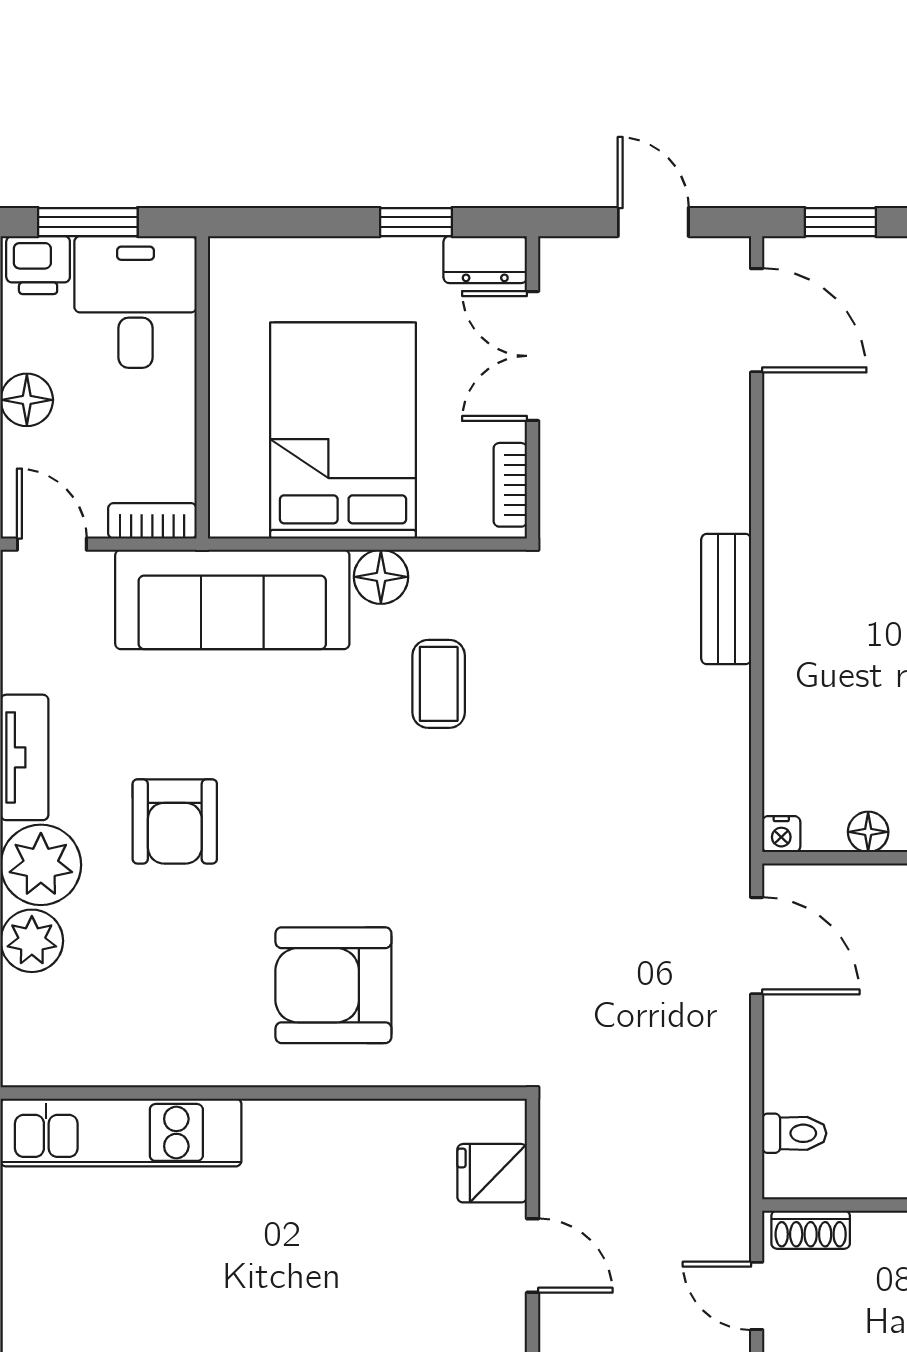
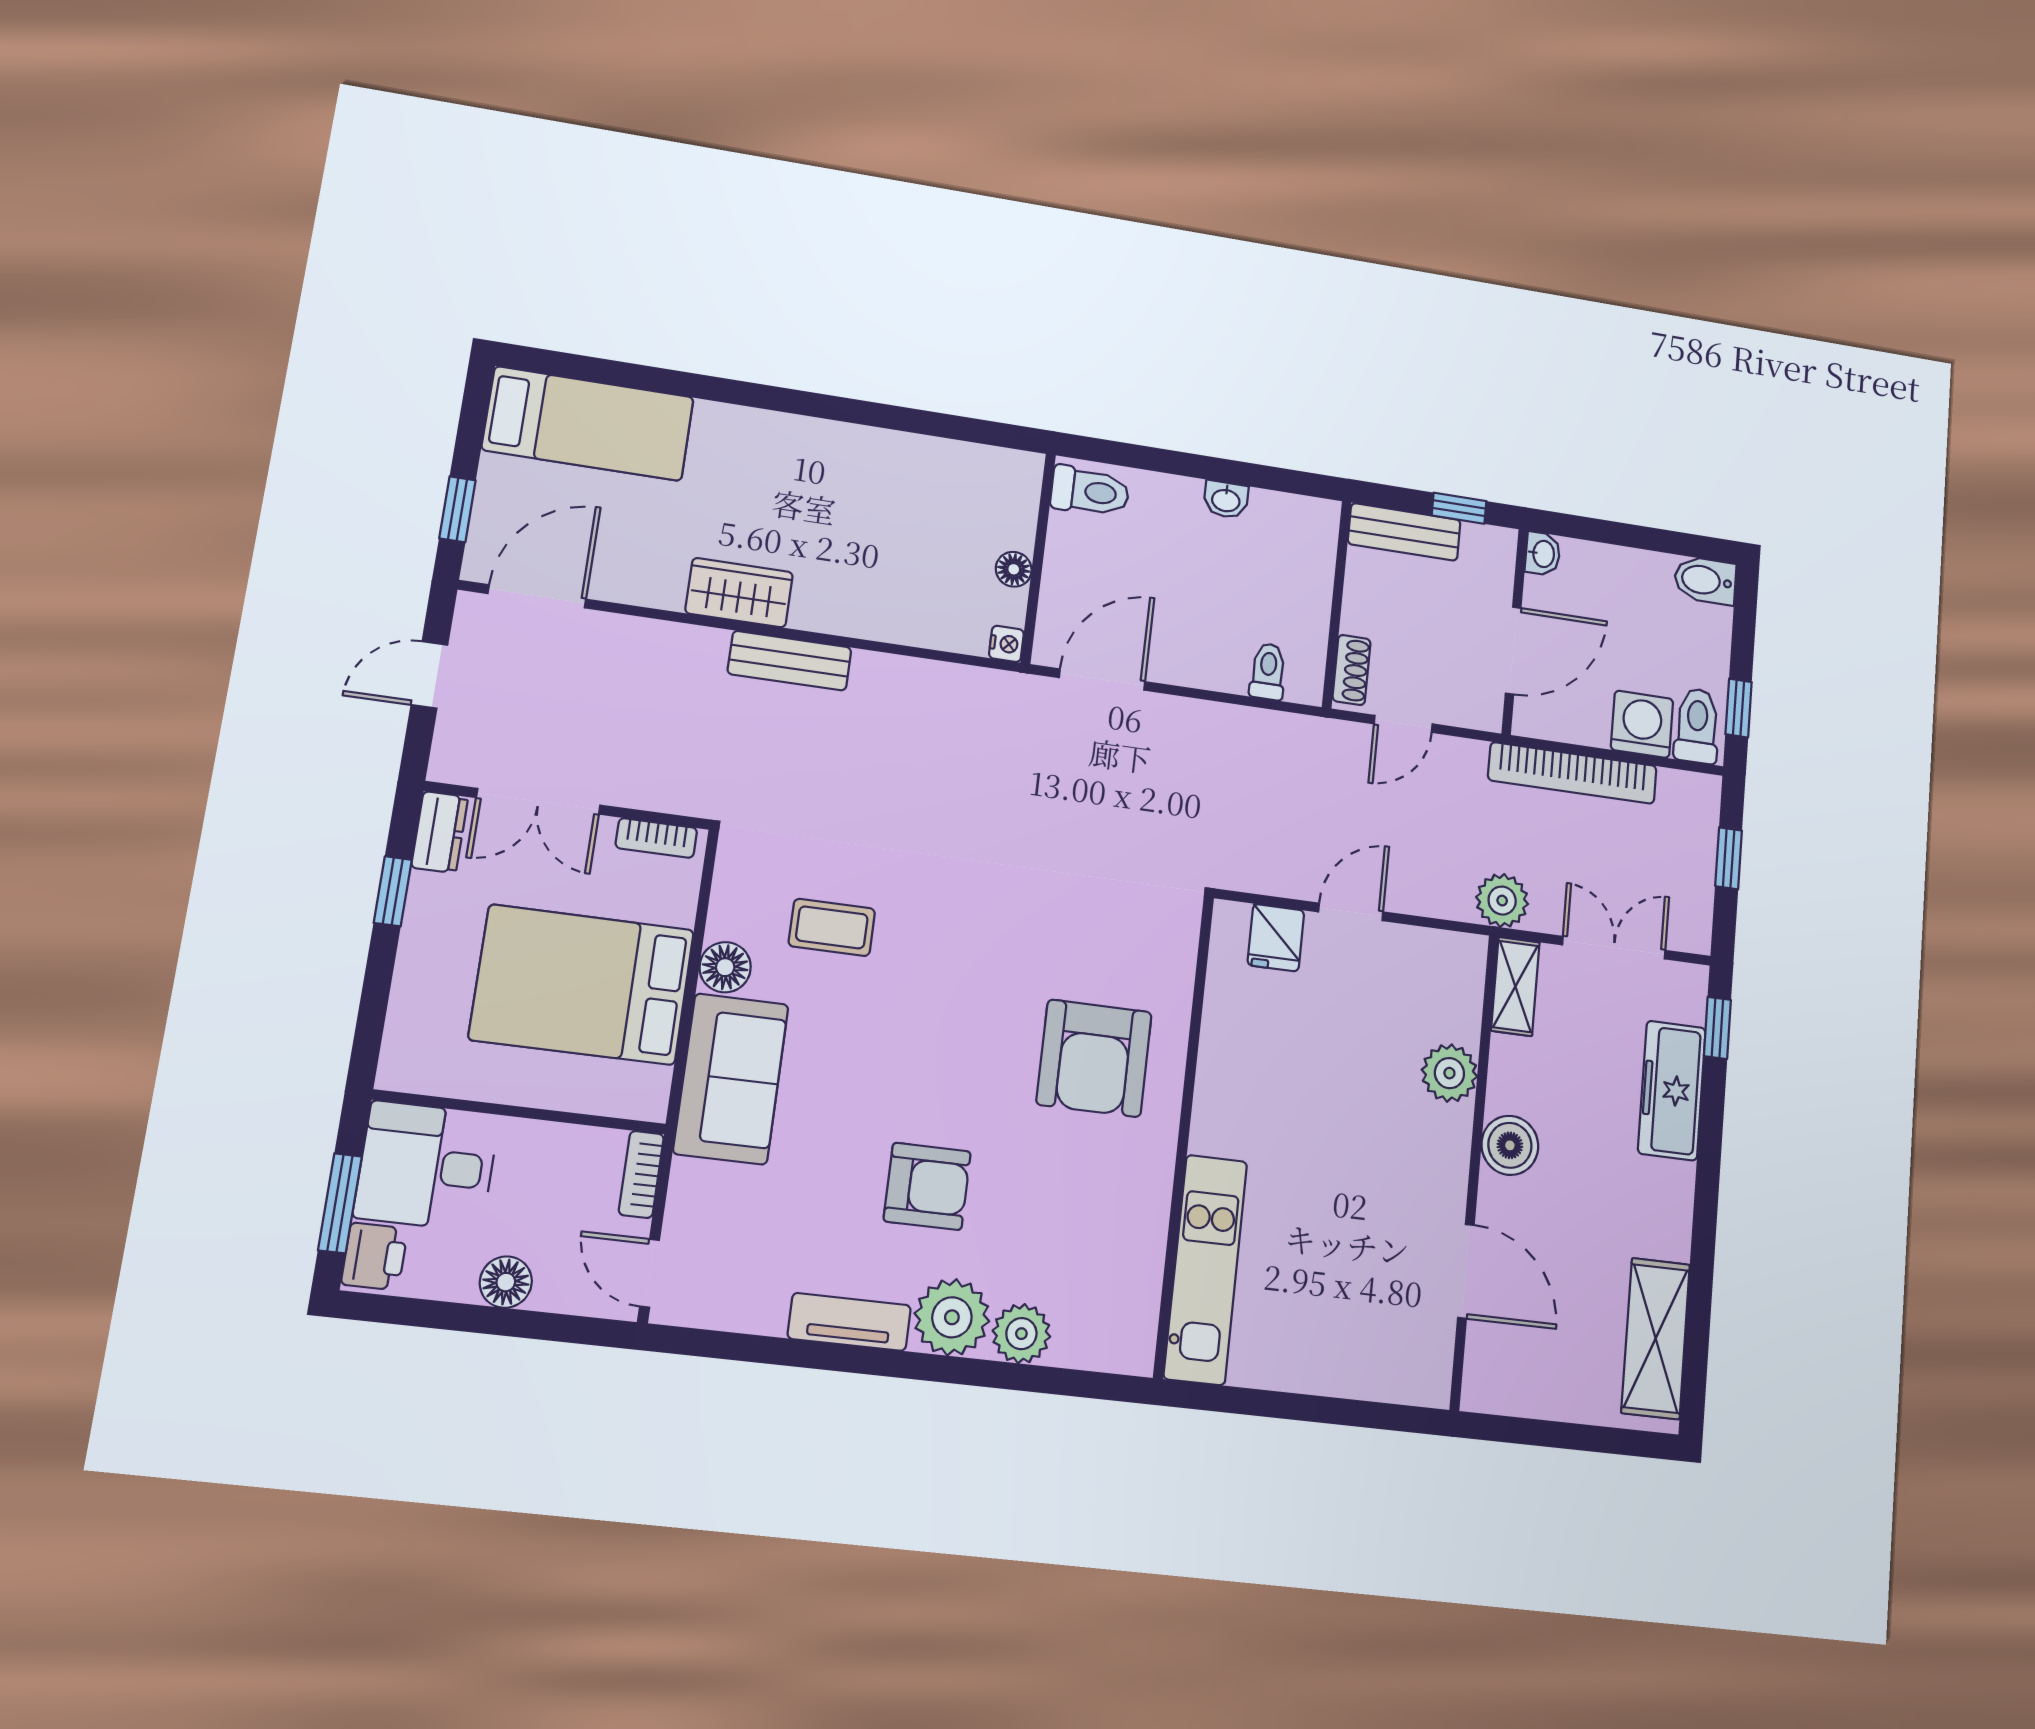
wardrobe: (794, 534) -> (739, 593), added
door: (52, 544) -> (650, 1273), hinge flipped
sofa: (232, 599) -> (731, 1079), width x0.73

